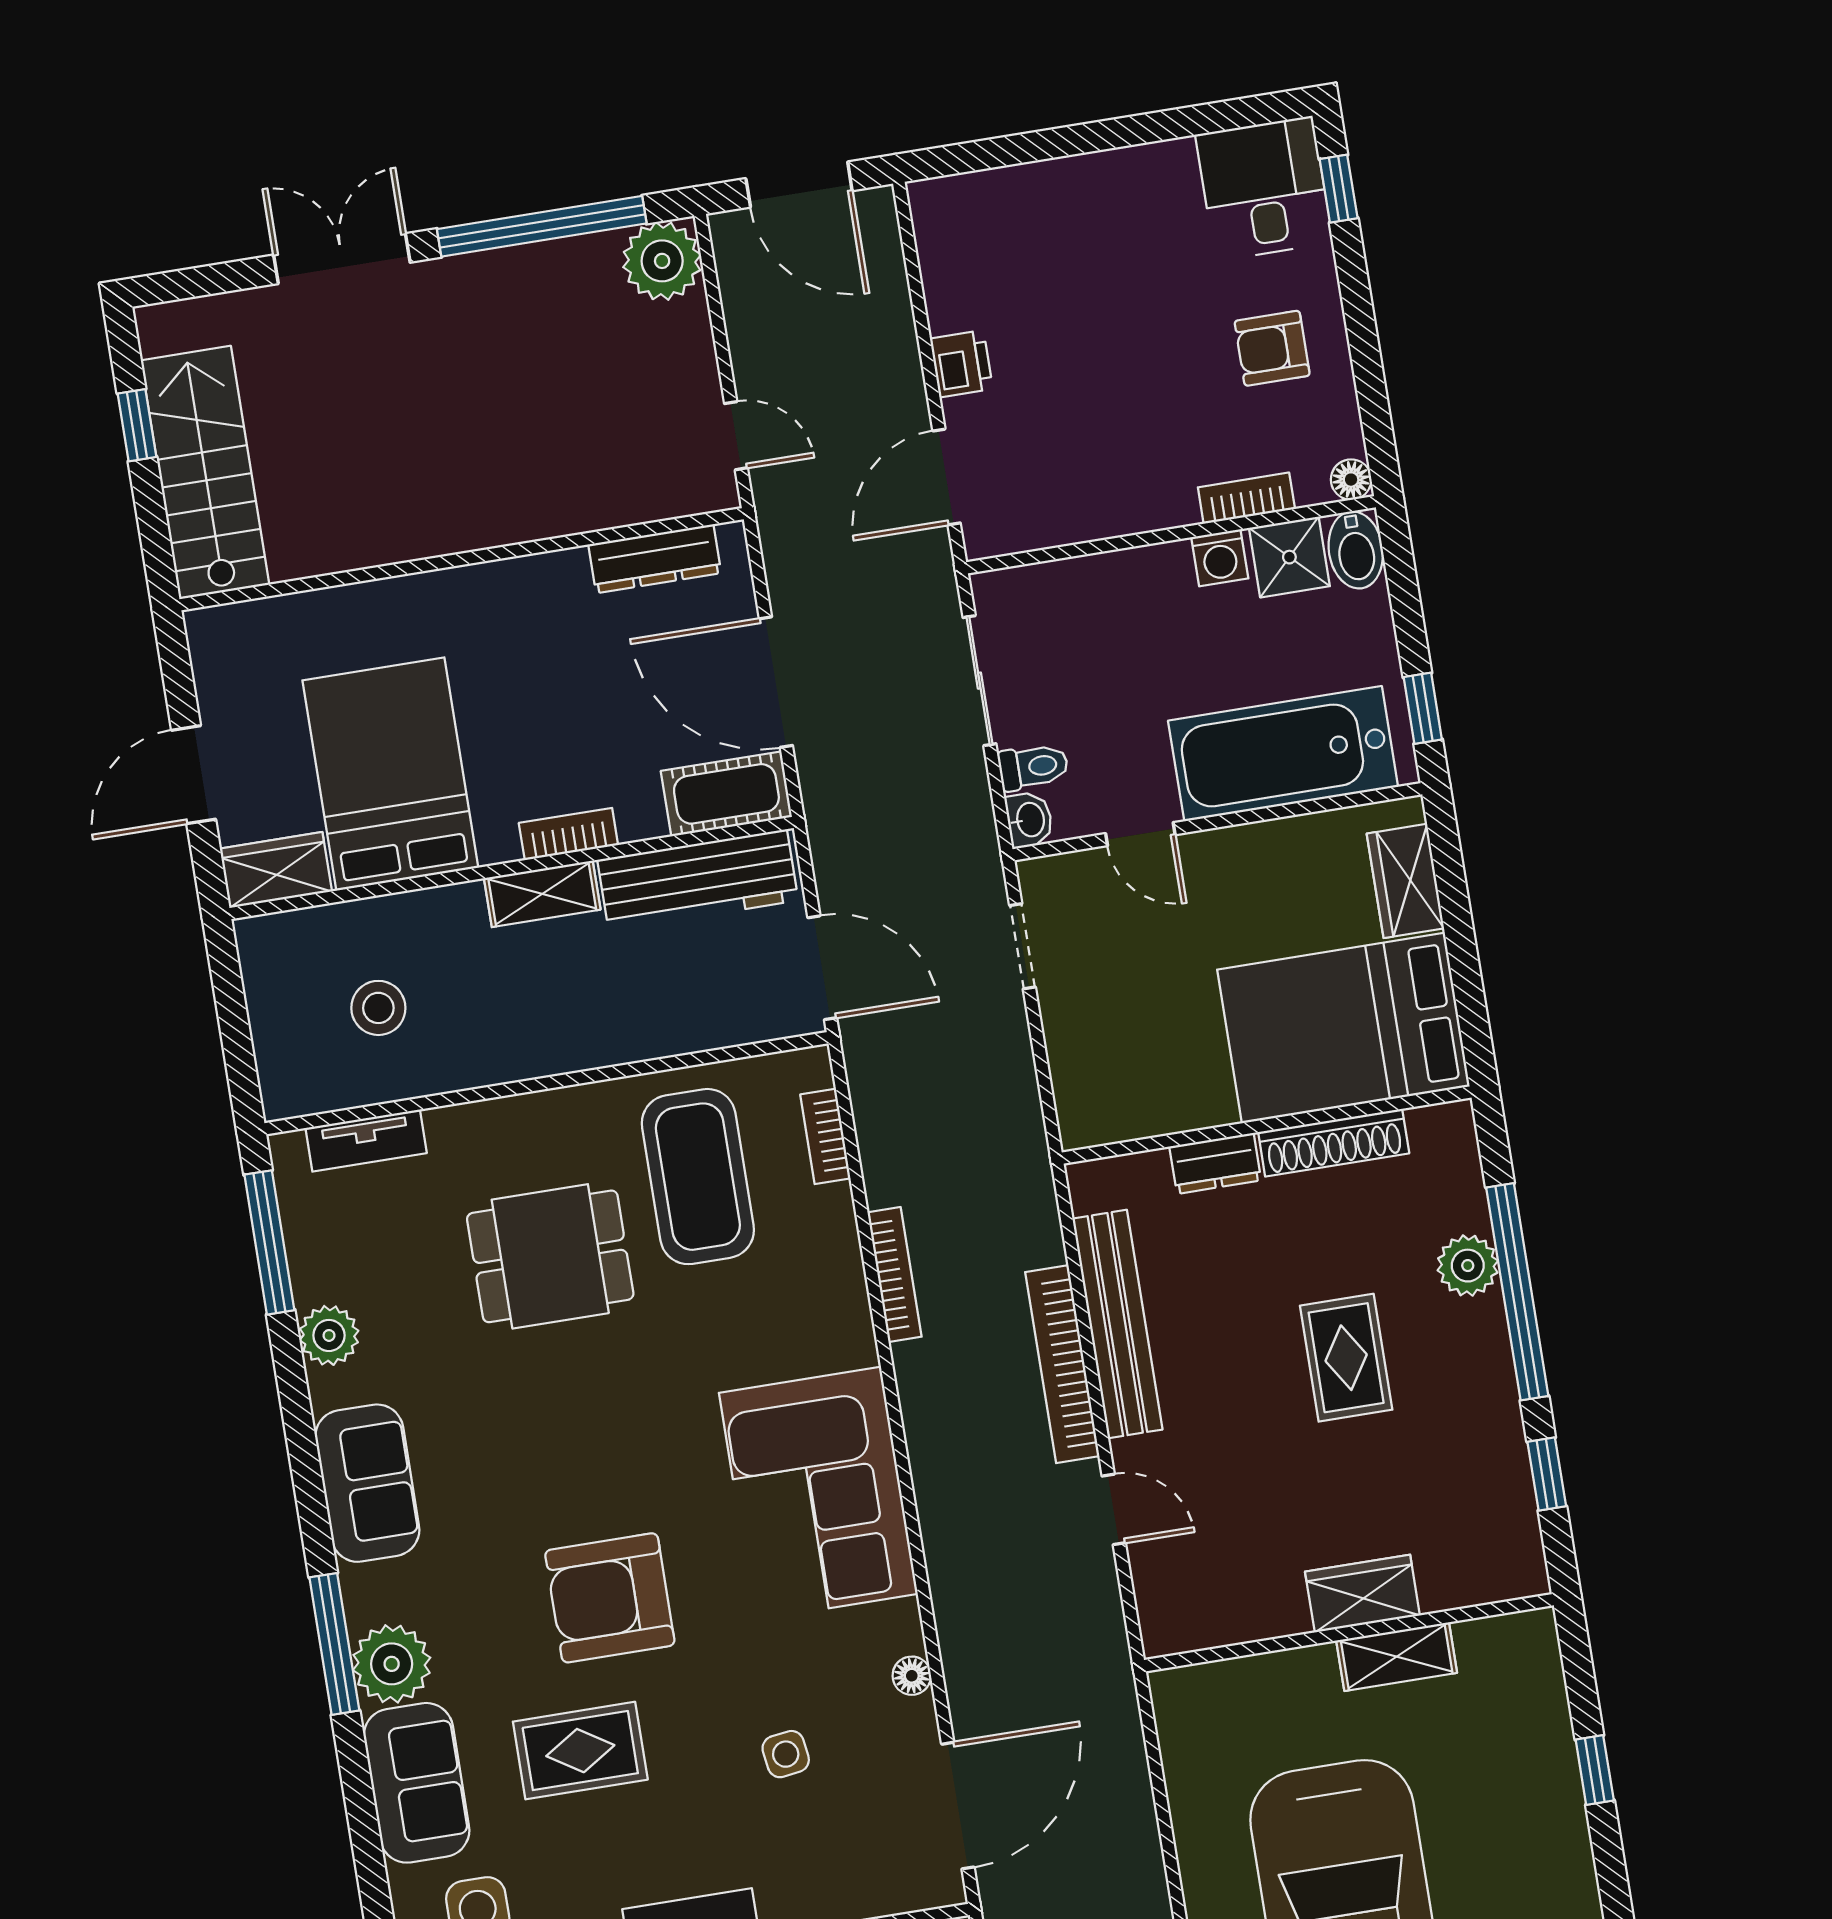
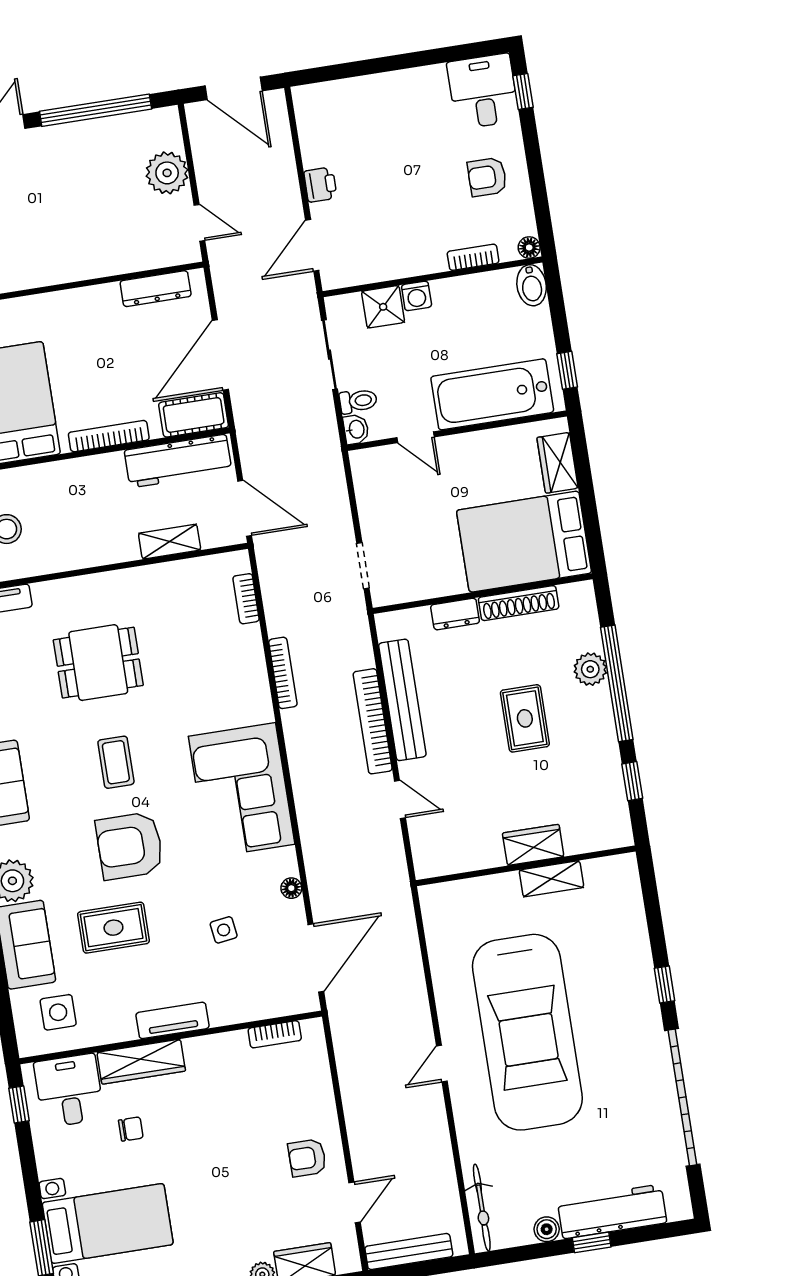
plant: (662, 261) -> (167, 173), moved
shower: (1289, 557) -> (383, 307), moved
washing machine: (1220, 558) -> (417, 296), moved
door: (776, 682) -> (220, 355), hinge flipped
bookcase: (568, 834) -> (109, 436), width x1.56
shelving: (542, 894) -> (170, 542), moved
doorway: (1023, 946) -> (363, 566), moved
coffee table: (698, 1177) -> (116, 762), moved, width x0.54, depth x0.58
window: (1595, 1770) -> (664, 984), moved

